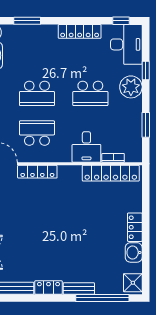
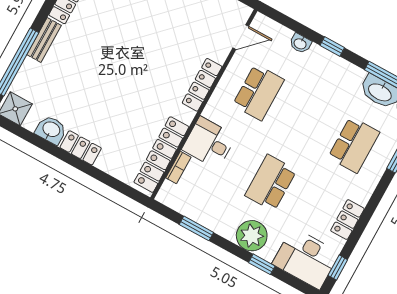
locker: (80, 31) -> (347, 220), width x0.66
school desk: (37, 93) -> (354, 145), moved, turned 180
locker: (37, 172) -> (202, 85), moved

